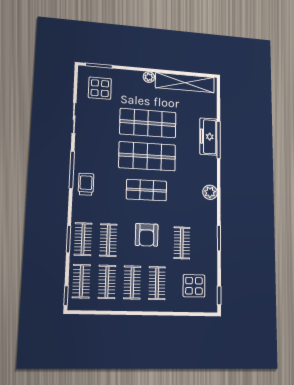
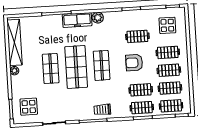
shop shelf: (148, 123) -> (51, 69), width x0.70, depth x0.74
freezer: (208, 137) -> (77, 20), moved
armchair: (147, 235) -> (134, 63), turned 180

